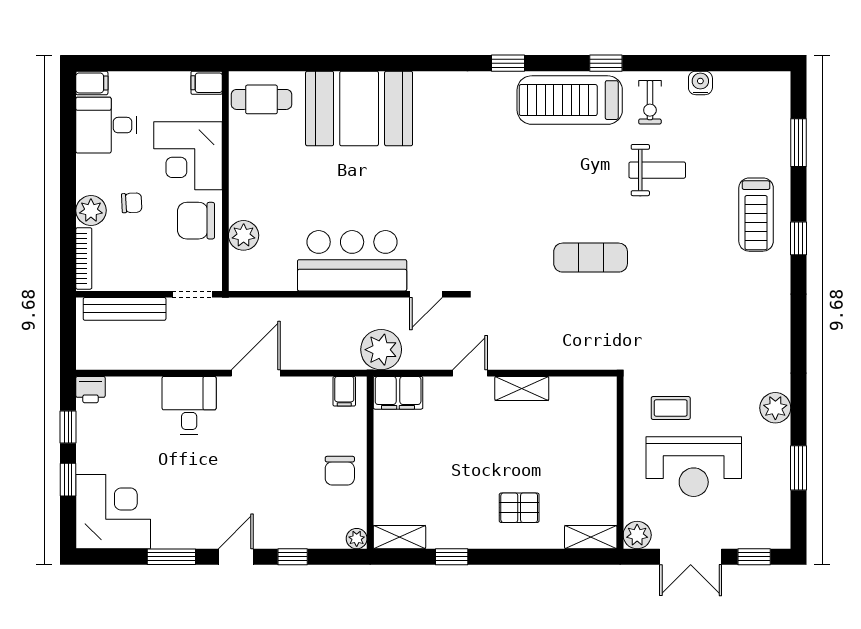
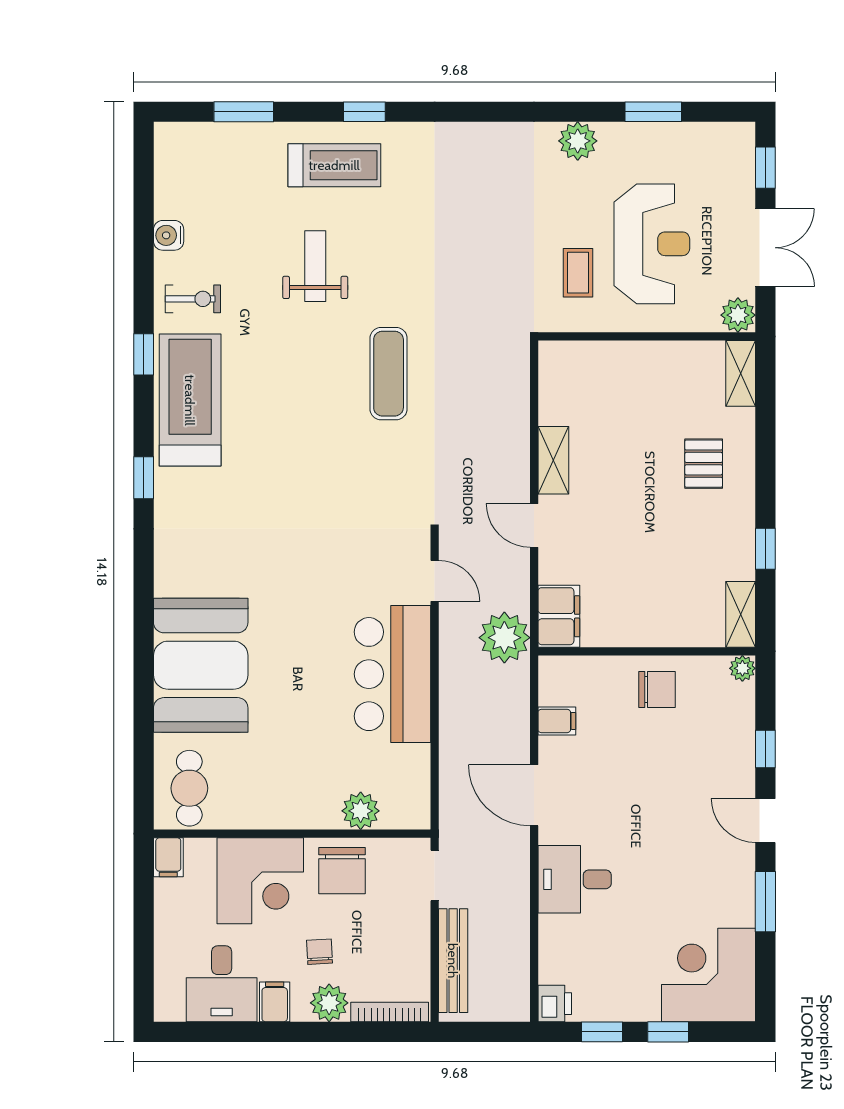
filing cabinet: (92, 83) -> (275, 1002), moved
treadmill: (570, 100) -> (190, 400), turned 180
weight bench: (657, 170) -> (315, 266), moved
filing cabinet: (344, 391) -> (557, 721), moved

